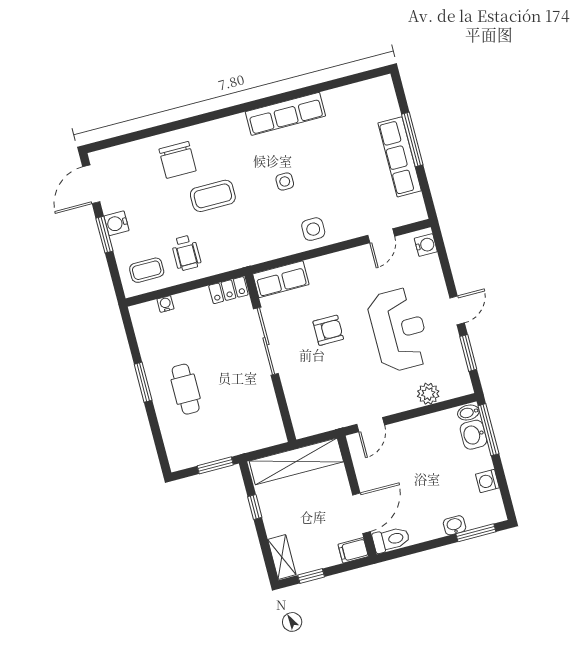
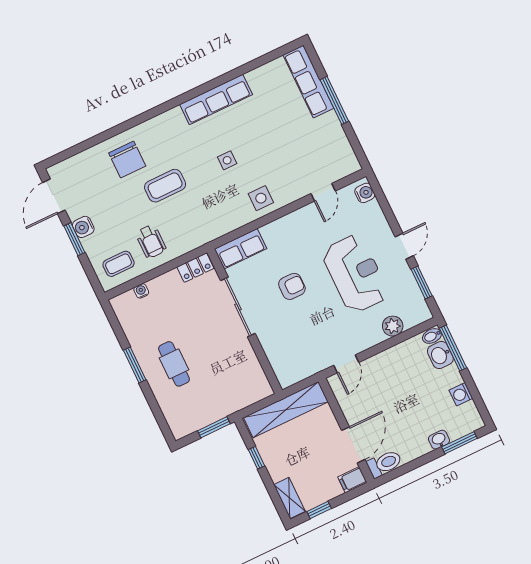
row of seats: (400, 157) -> (308, 82), moved

